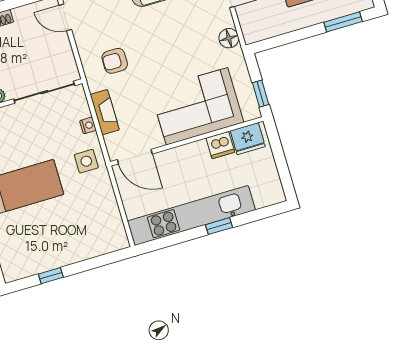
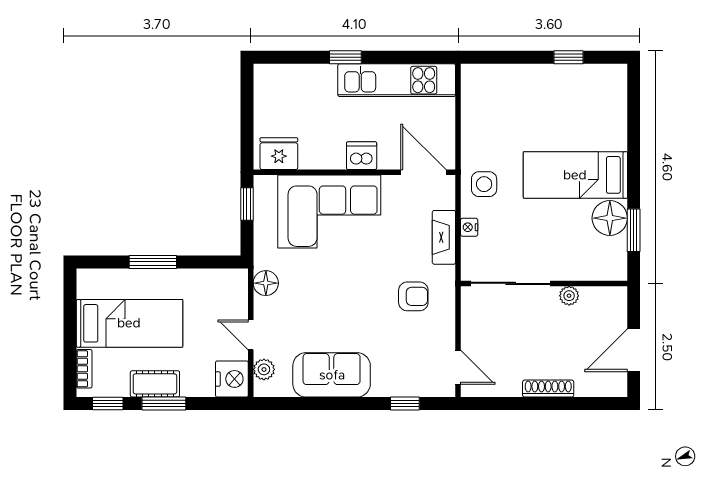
window: (343, 22) -> (153, 262), moved
dishwasher: (220, 145) -> (362, 156), moved
kitchen unit: (191, 215) -> (397, 80), width x0.73

